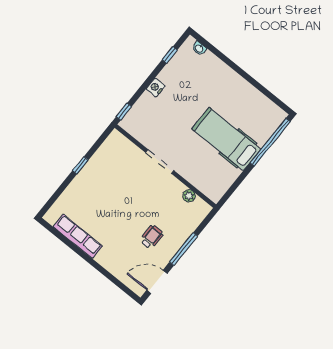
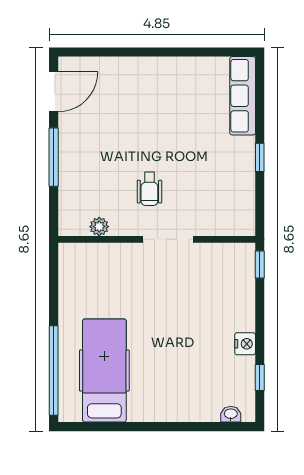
nightstand: (156, 87) -> (245, 344), moved
hospital bed: (226, 139) -> (104, 371), moved, turned -90
row of seats: (78, 236) -> (243, 96), moved, turned 90
wheelchair: (152, 237) -> (149, 189), moved

